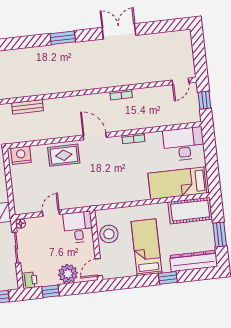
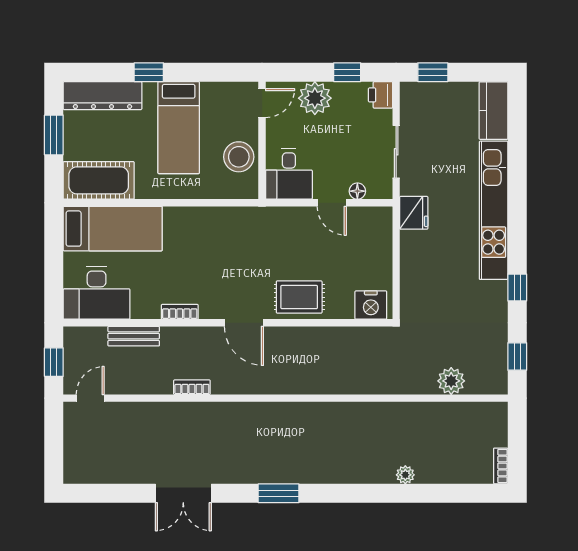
bench: (27, 107) -> (134, 336), moved
door: (51, 213) -> (332, 203), hinge flipped
floor lamp: (21, 224) -> (357, 191), moved

